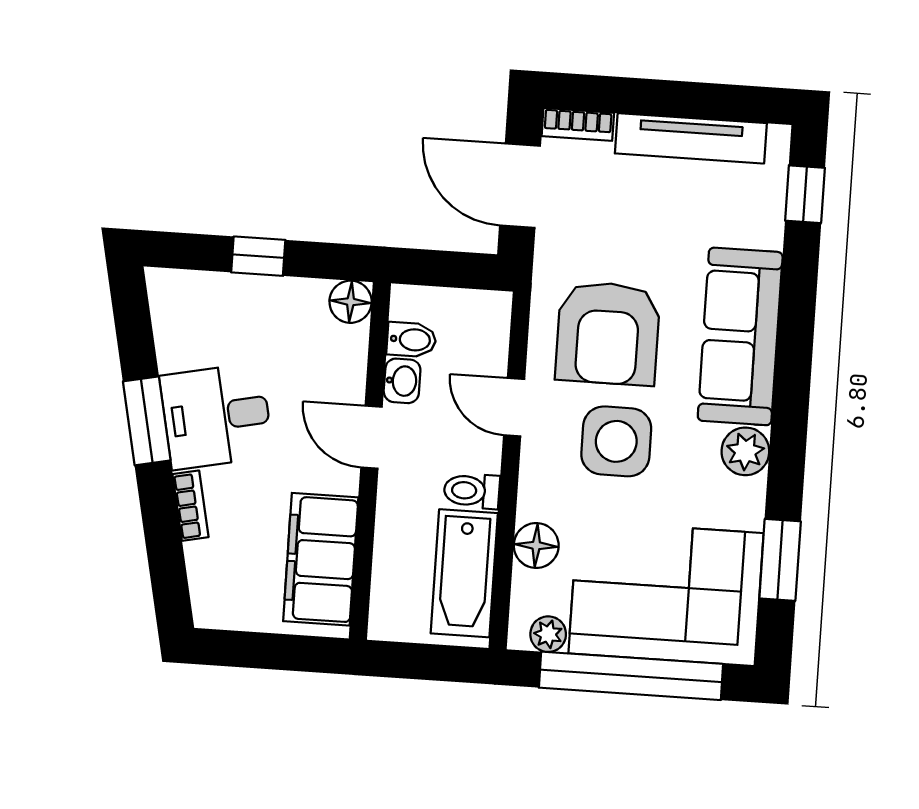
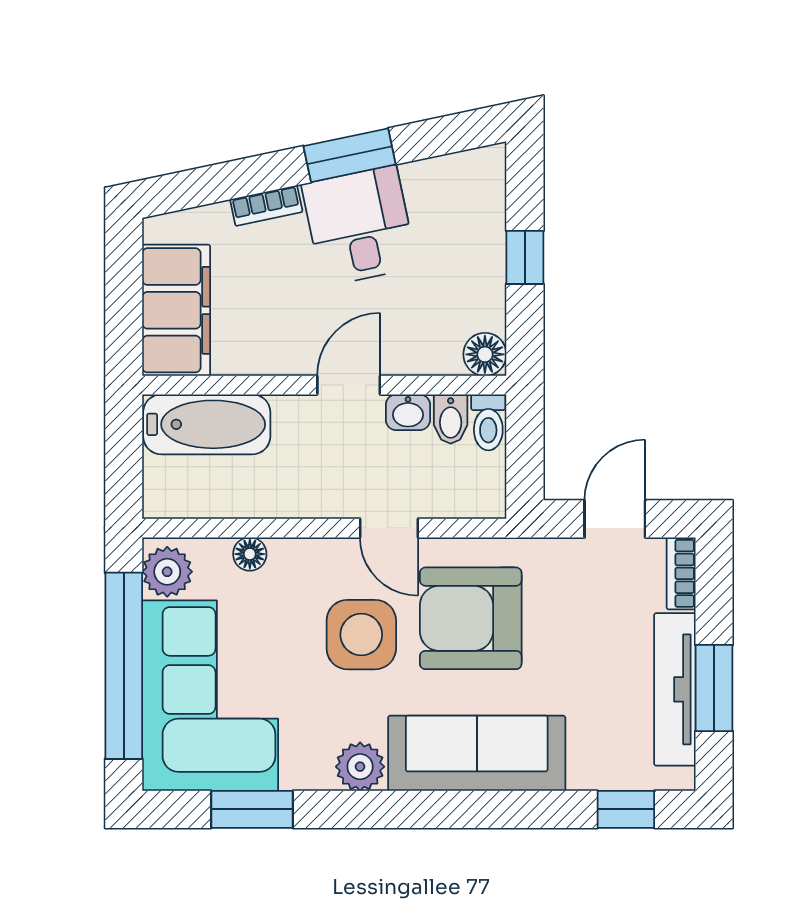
window: (692, 100) -> (714, 688), added
door: (520, 186) -> (615, 519), width x0.73
door: (514, 407) -> (389, 528), swing flipped
toilet: (472, 491) -> (488, 422), moved, turned 180
floor lamp: (536, 545) -> (250, 554), width x0.73, depth x0.73
filing cabinet: (321, 559) -> (176, 310), moved, turned 90
bathtub: (464, 573) -> (207, 424), moved, turned 180
plant: (548, 634) -> (167, 572), width x1.38, depth x1.38

